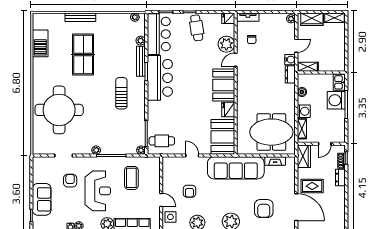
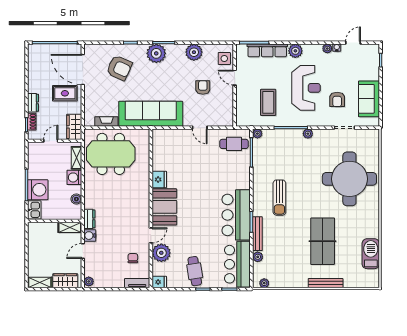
booth: (223, 137) -> (165, 148), removed
reception desk: (98, 191) -> (306, 88), turned 180
sofa: (42, 199) -> (369, 99), moved
armchair: (264, 209) -> (119, 68), turned 114

